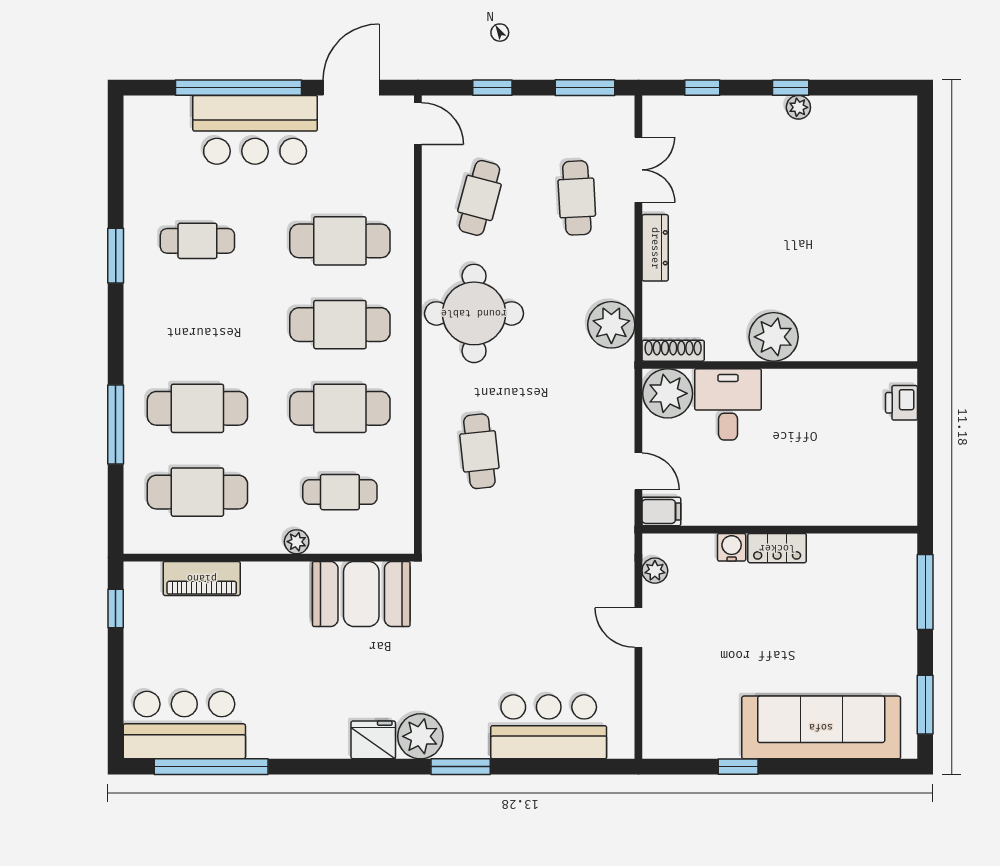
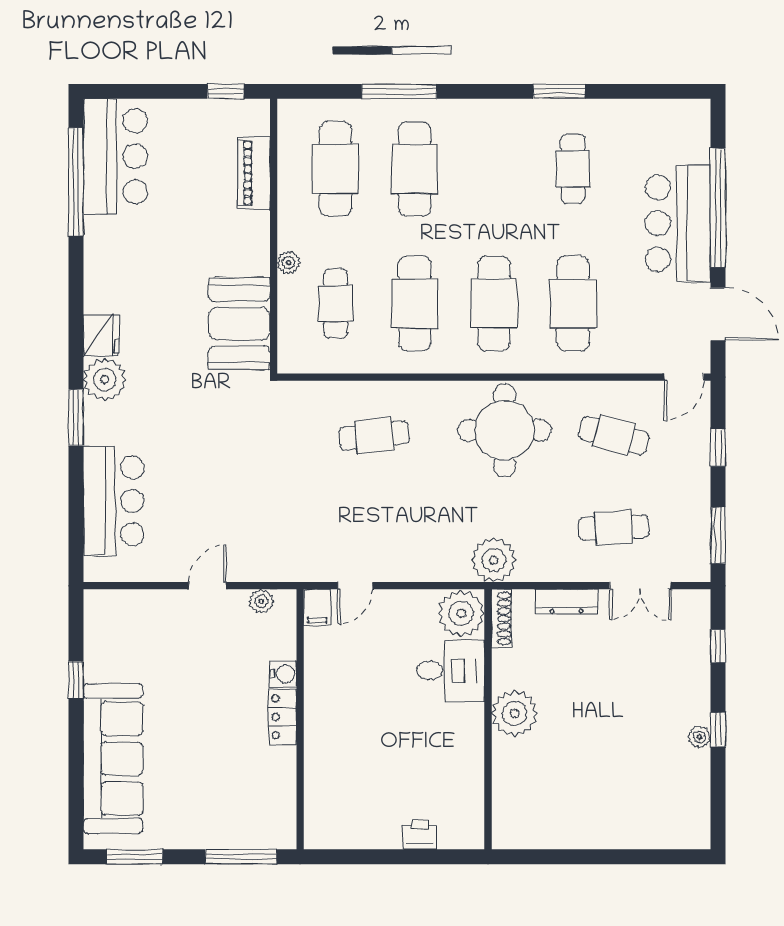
plant: (774, 337) -> (515, 714), moved
shoe rack: (673, 351) -> (502, 619), moved
wall: (780, 365) -> (488, 719), moved
plant: (668, 393) -> (461, 613), moved
desk: (728, 404) -> (451, 670), moved

